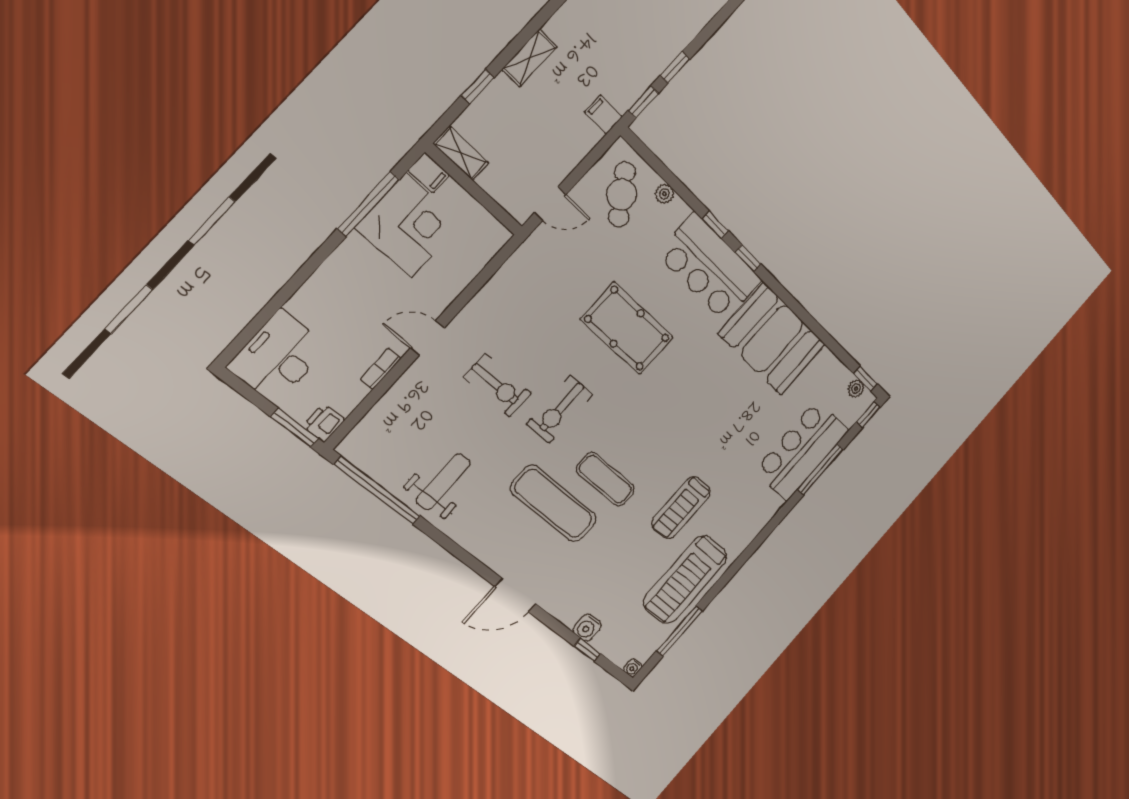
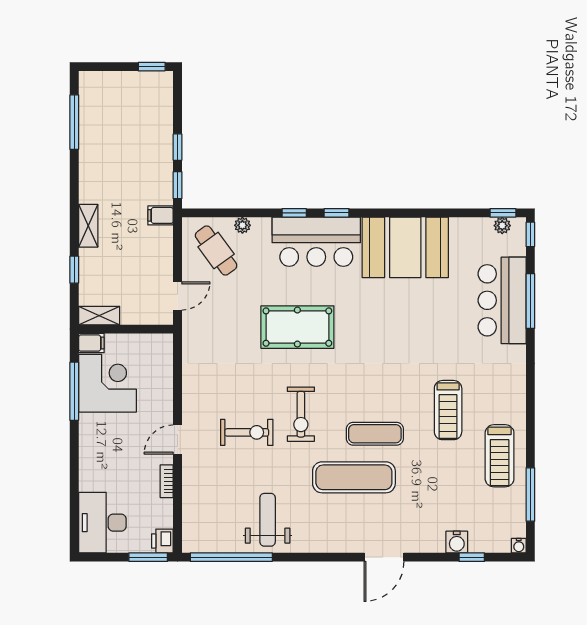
treadmill: (685, 580) -> (500, 456), width x0.73, depth x0.73

